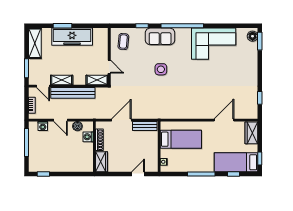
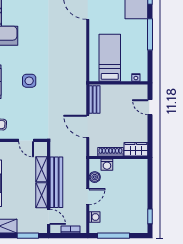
door: (109, 67) -> (26, 140), swing flipped
shelving: (97, 80) -> (41, 169), moved
door: (43, 86) -> (49, 217), hinge flipped

